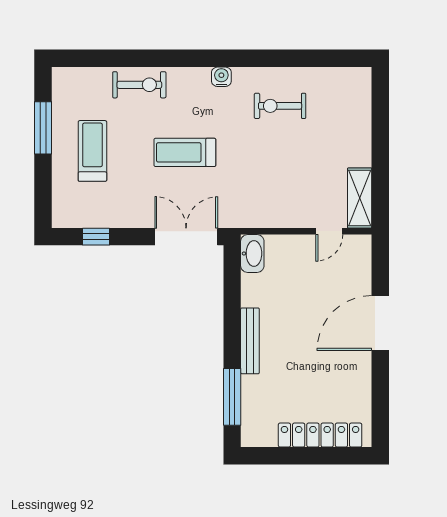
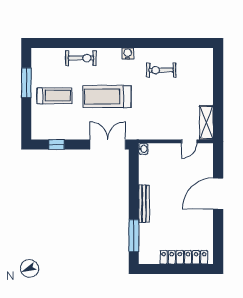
treadmill: (92, 151) -> (54, 96), turned 90
treadmill: (185, 152) -> (107, 97), width x1.37, depth x1.38
washbasin: (252, 253) -> (143, 149), width x0.52, depth x0.69

